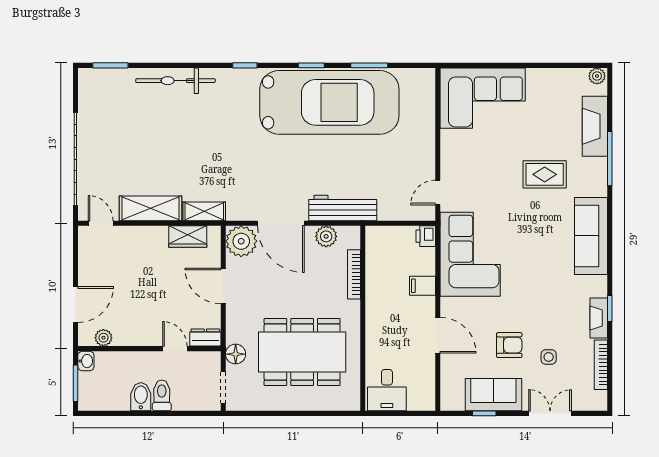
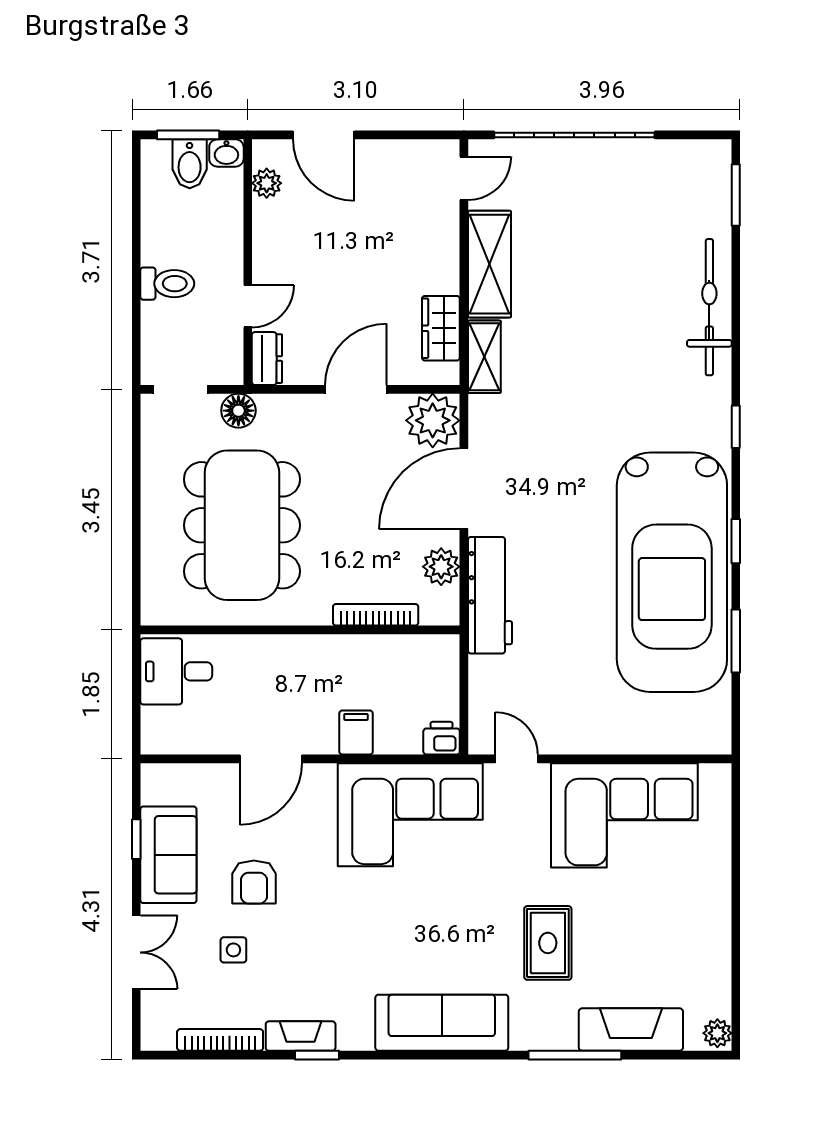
corner sofa: (483, 98) -> (624, 815), moved, turned -90
bidet: (141, 397) -> (190, 164), moved, turned 90

